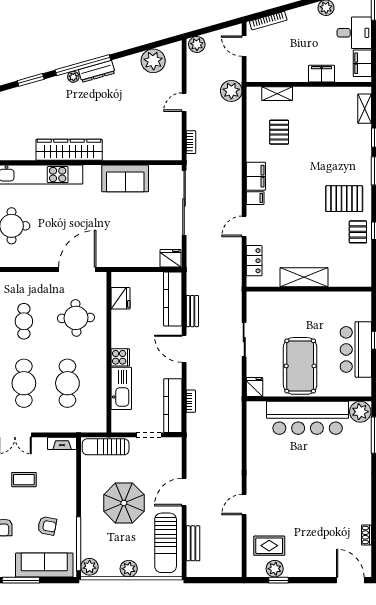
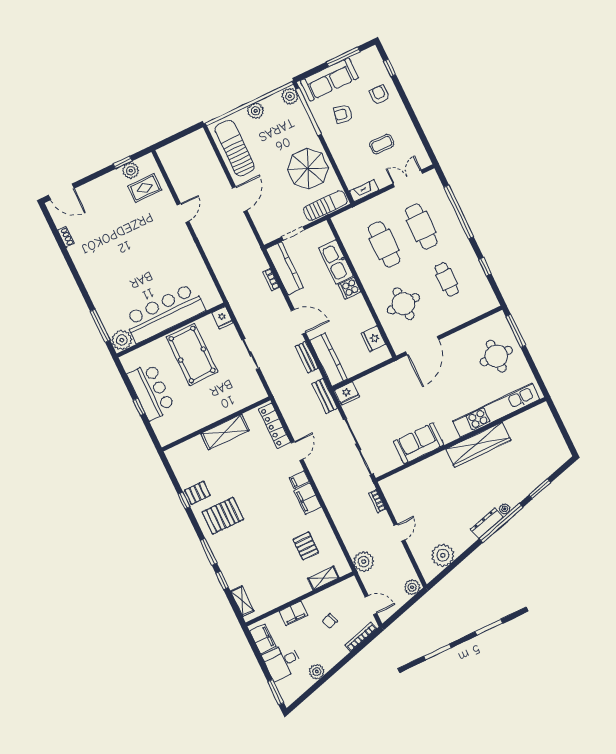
chair: (291, 50) -> (330, 621), added
pallet: (358, 232) -> (197, 493), turned 90
locker: (254, 261) -> (274, 426), width x1.53
parasol: (124, 503) -> (308, 169), moved
bench: (193, 543) -> (325, 396), moved

